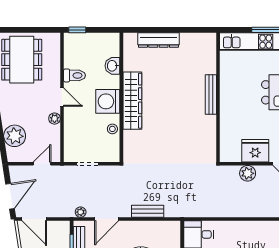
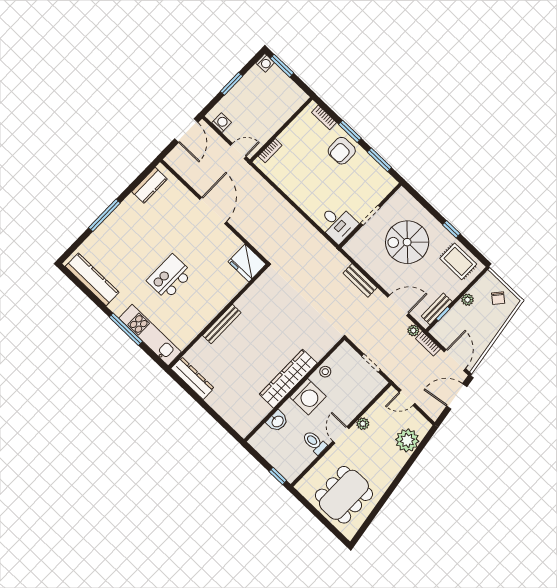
dresser: (158, 40) -> (192, 378), moved
fridge: (255, 151) -> (247, 263), moved
plant: (248, 173) -> (253, 234), removed
bookcase: (63, 213) -> (428, 344), added

